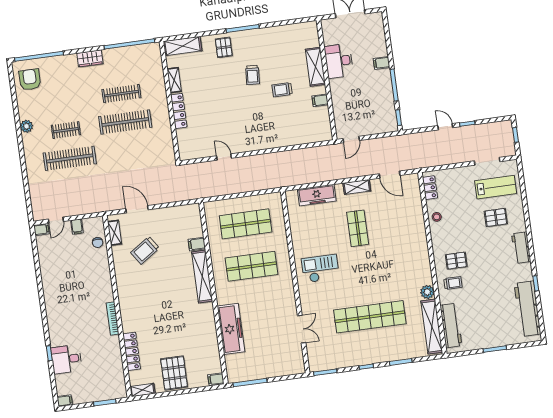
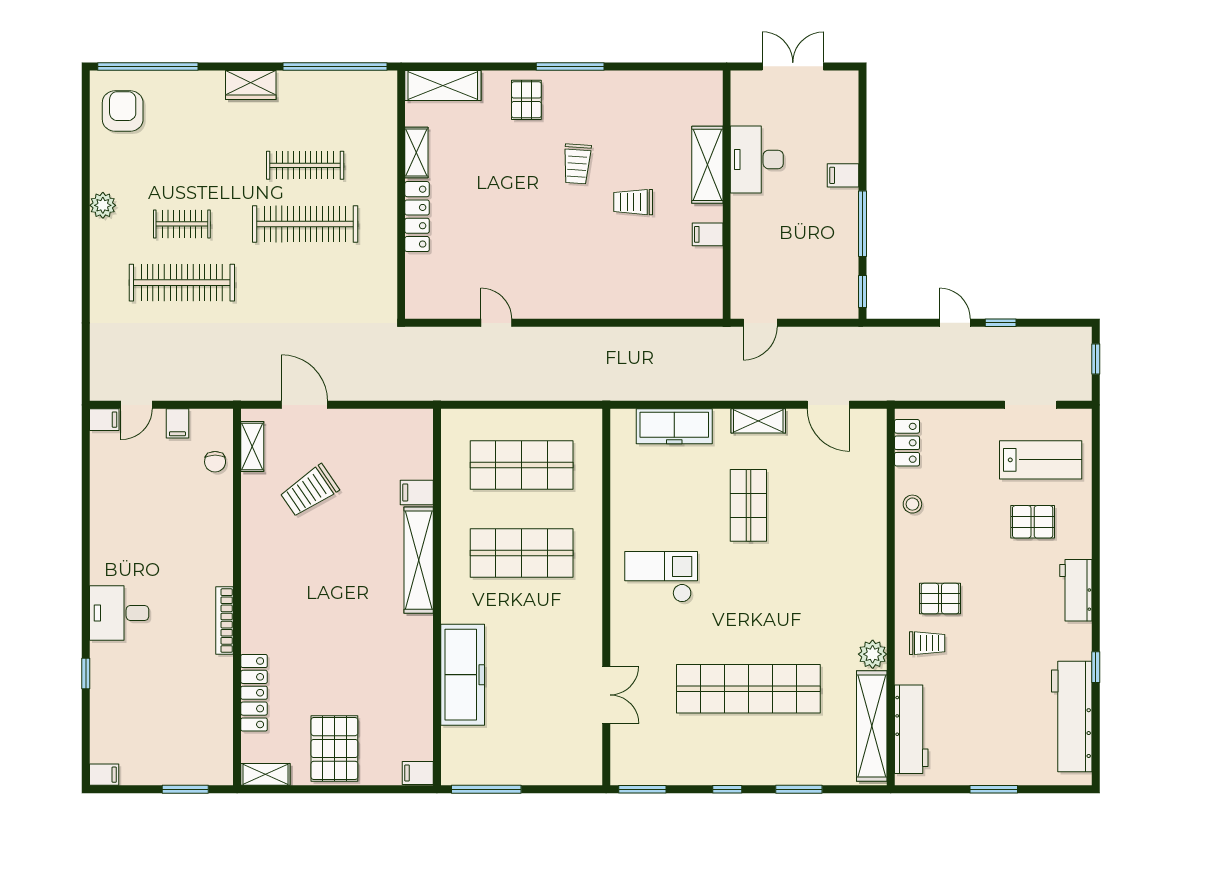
desk: (66, 359) -> (119, 613), moved

